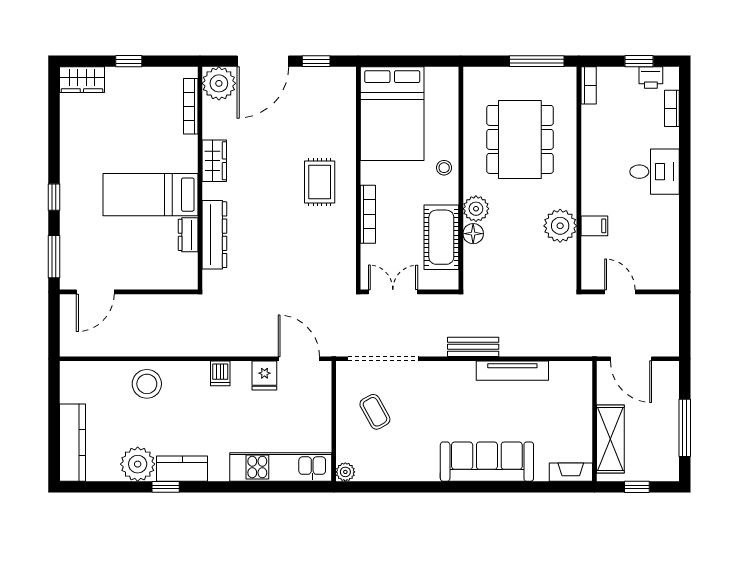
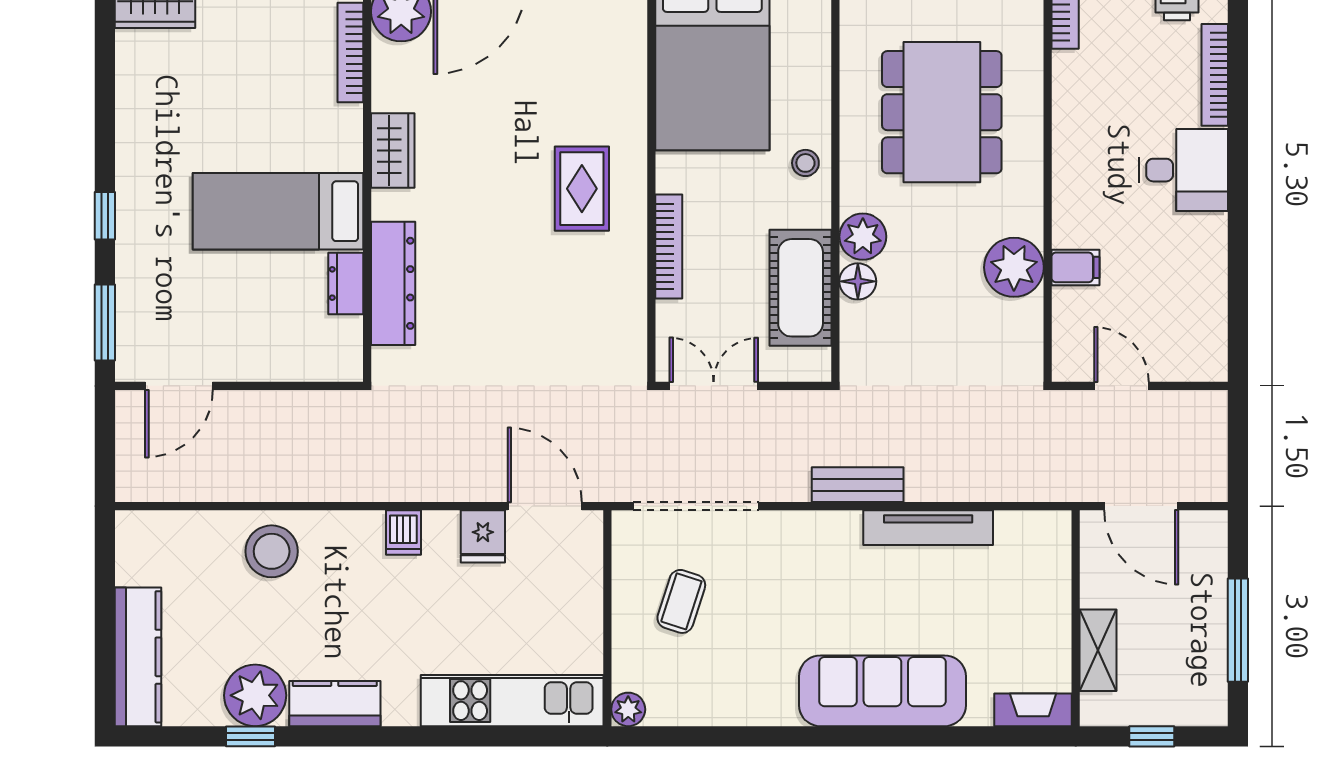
bookcase: (672, 108) -> (1215, 75), width x1.56
coffee table: (375, 412) -> (681, 601), turned 47
shelving: (610, 439) -> (1098, 650), width x0.67, depth x0.75
window: (166, 487) -> (251, 736), moved

